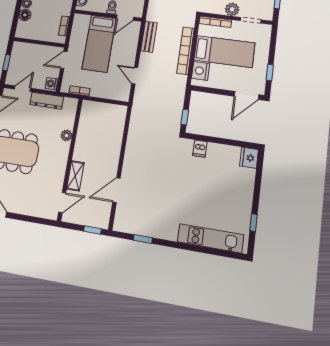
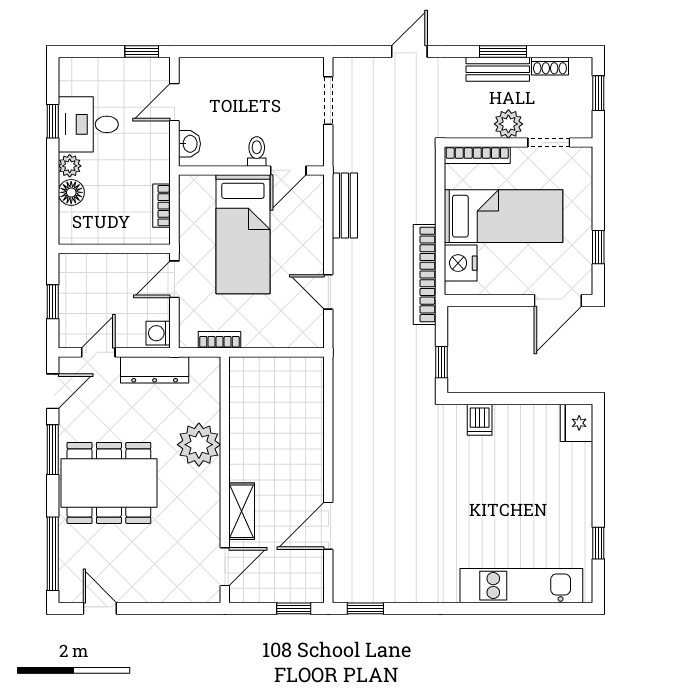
bookcase: (186, 51) -> (425, 274), moved
plant: (66, 135) -> (199, 445), width x1.88, depth x1.88
window: (143, 239) -> (365, 608), moved

